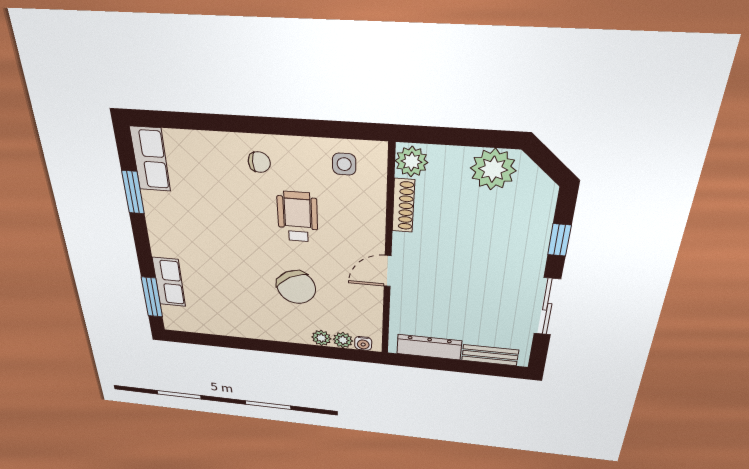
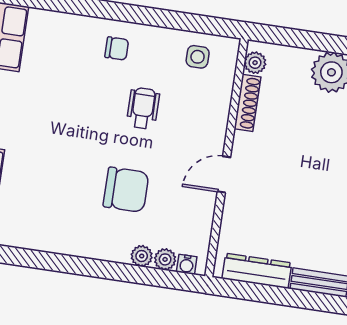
plant: (412, 162) -> (255, 63), width x0.73, depth x0.73
wheelchair: (298, 217) -> (143, 108), width x0.73, depth x0.73
chair: (296, 287) -> (126, 190), turned -61

